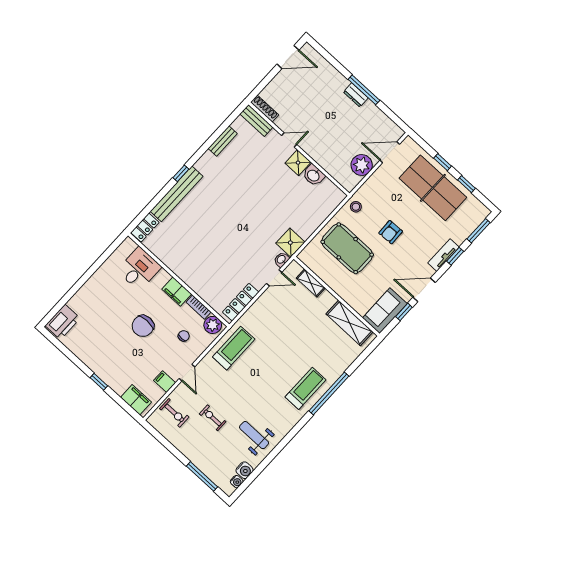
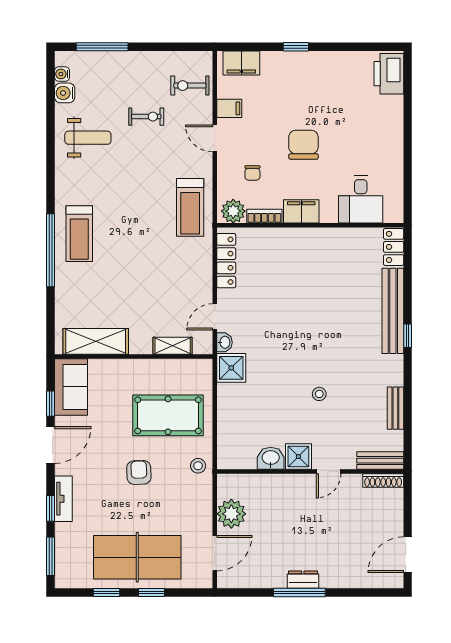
stool: (256, 186) -> (319, 394), added

